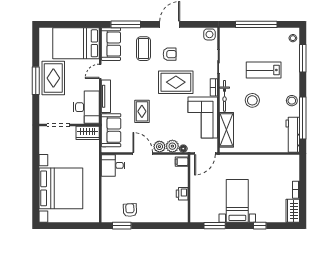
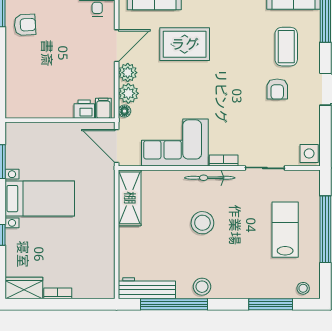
coffee table: (143, 49) -> (286, 47), turned 90
lab bench: (264, 70) -> (285, 230), moved
rug: (176, 82) -> (232, 99), removed
rug: (142, 111) -> (185, 44), width x1.36, depth x1.43
shelving: (227, 130) -> (130, 198), moved, turned 90
printer: (182, 194) -> (84, 109), moved

